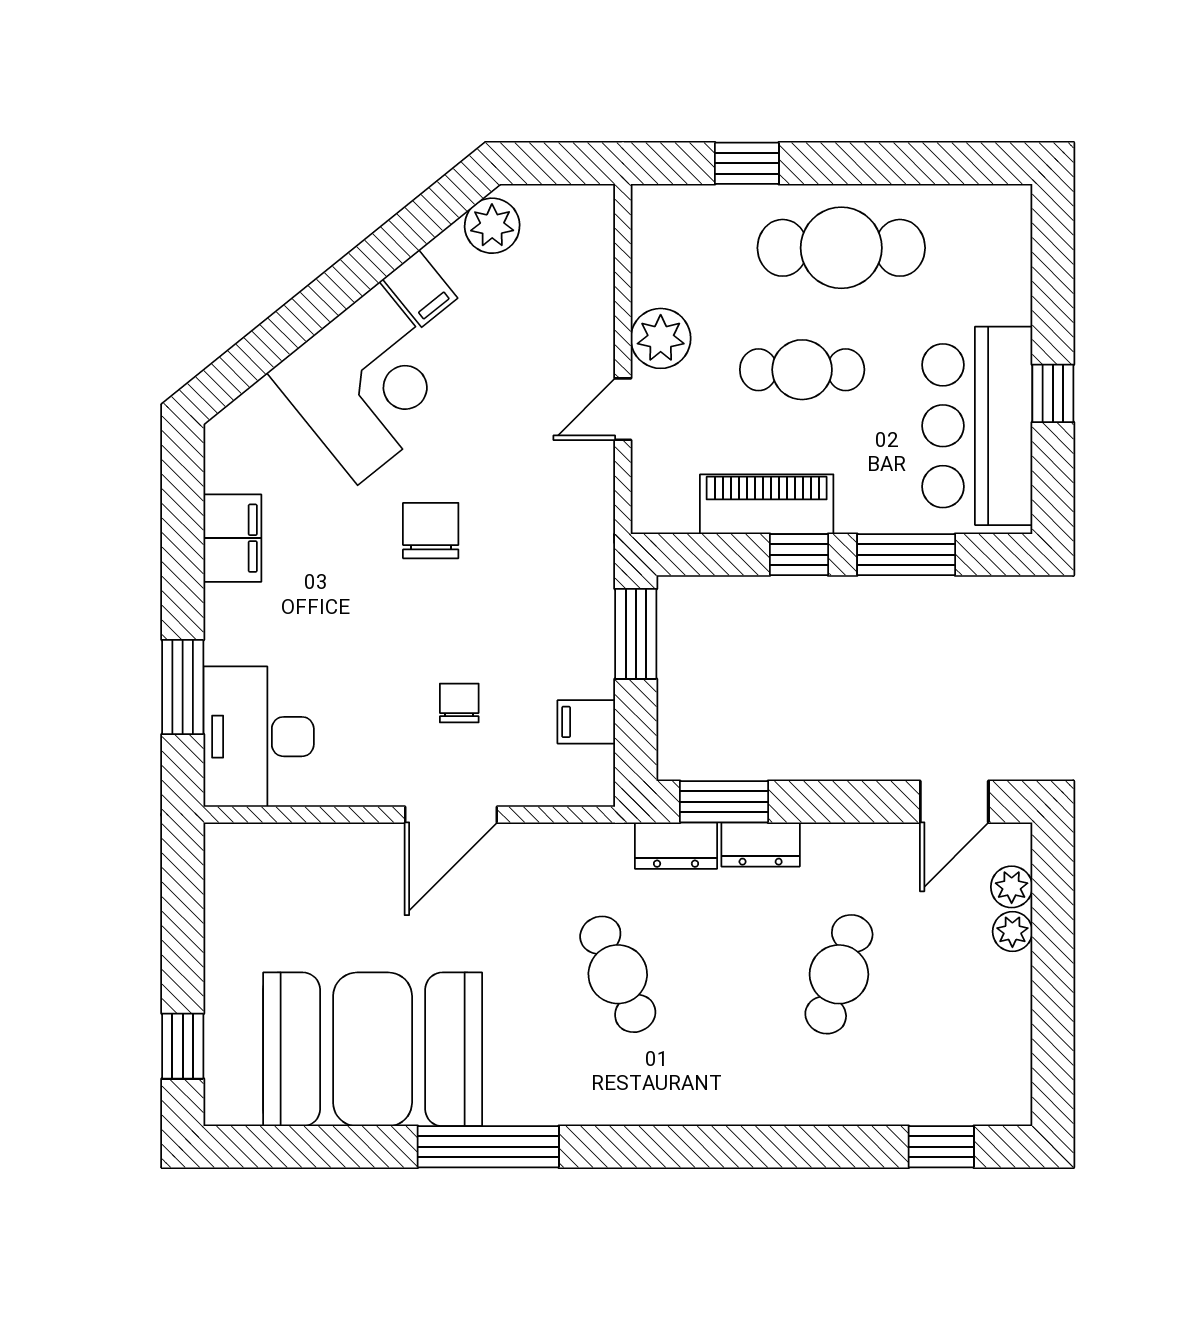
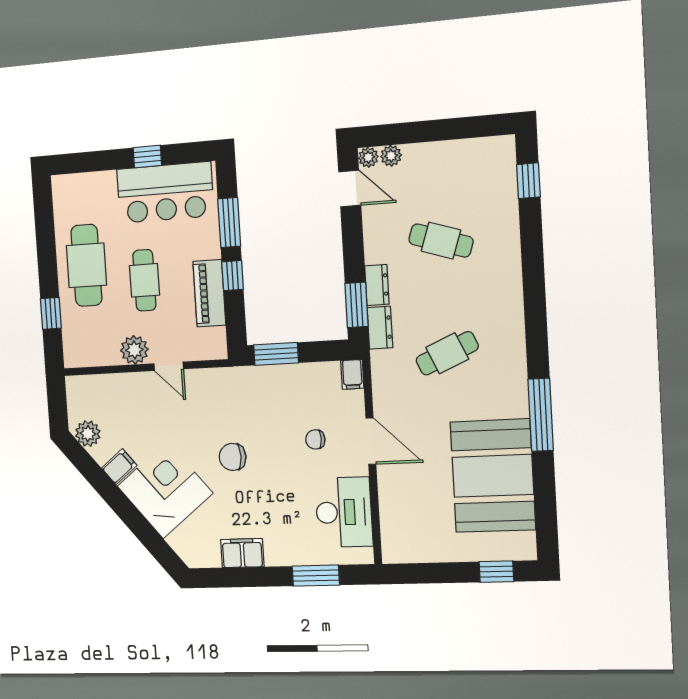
filing cabinet: (586, 722) -> (352, 374), moved
desk: (259, 737) -> (344, 512), moved, turned -90
plant: (1012, 932) -> (368, 157), moved

